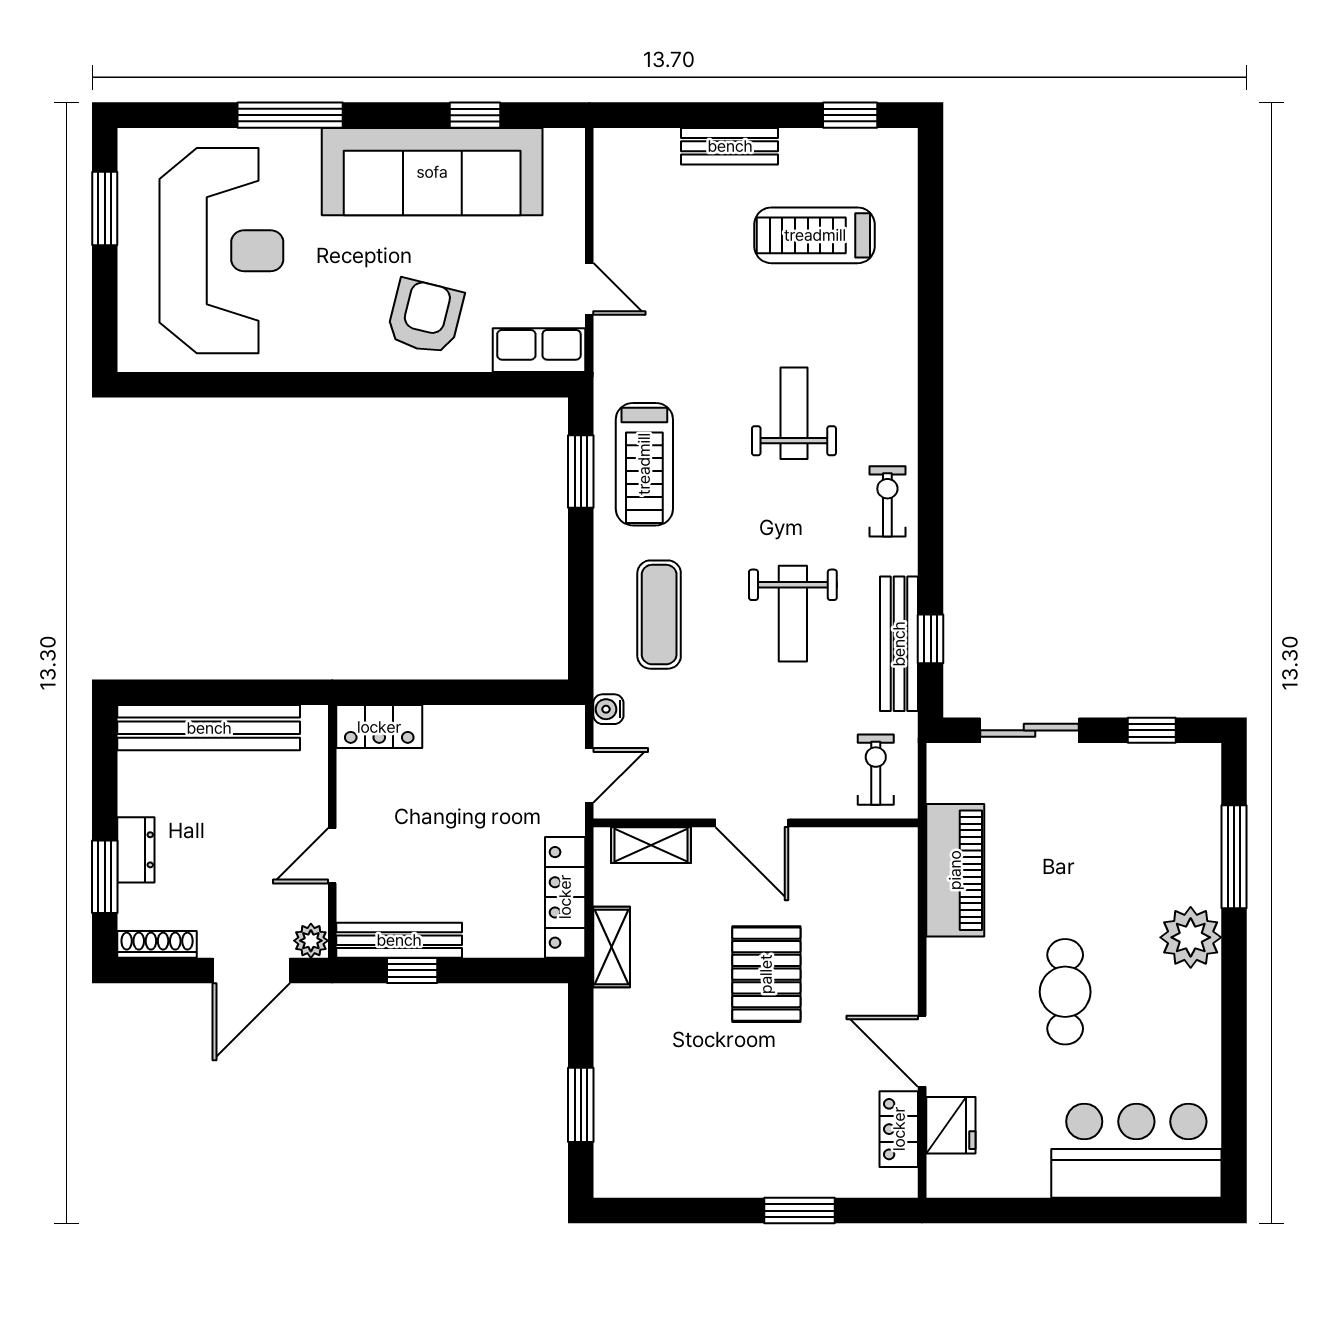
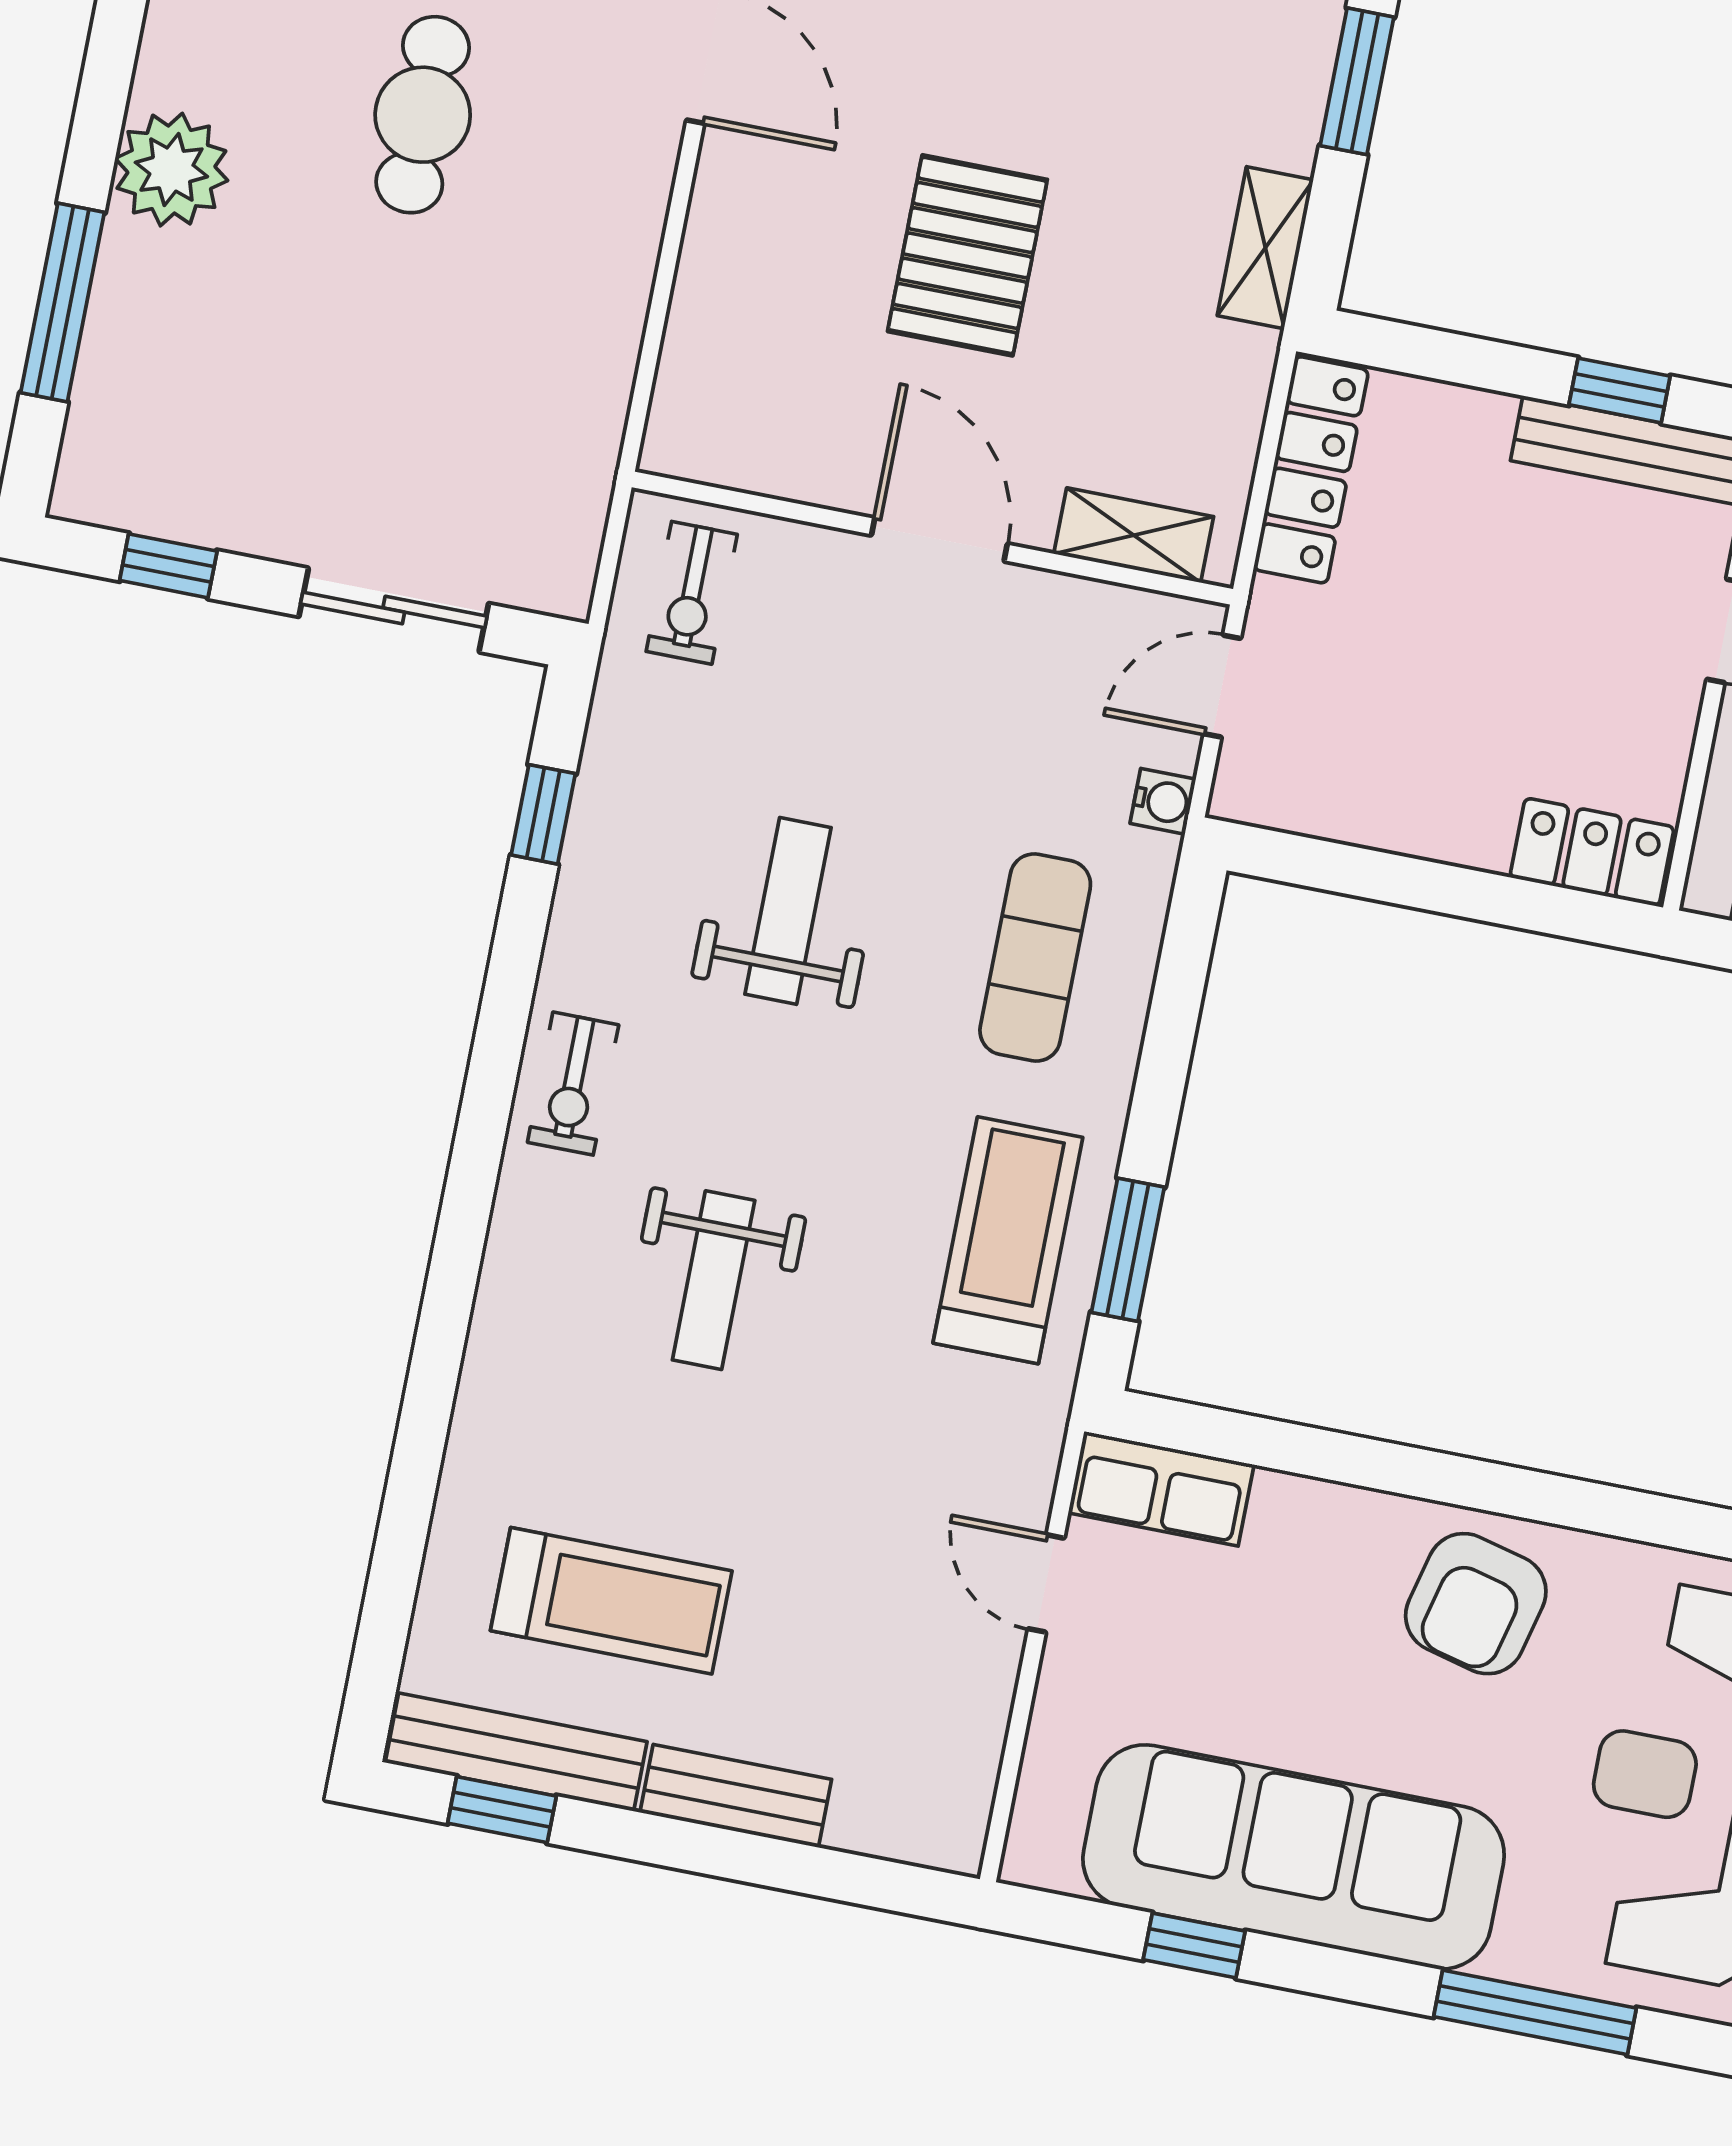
armchair: (425, 317) -> (1476, 1604), moved
bench: (899, 644) -> (516, 1752), moved, turned 90
piano: (955, 870) -> (582, 379), removed
shelving: (612, 947) -> (1265, 248), moved

